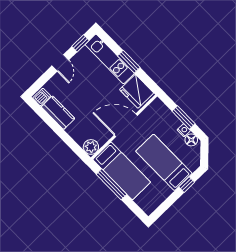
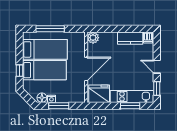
window: (129, 62) -> (130, 106), moved
bed: (122, 171) -> (45, 49), moved, turned 180
window: (111, 184) -> (50, 29), moved

